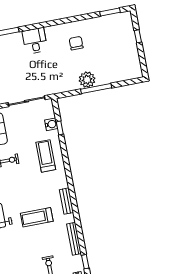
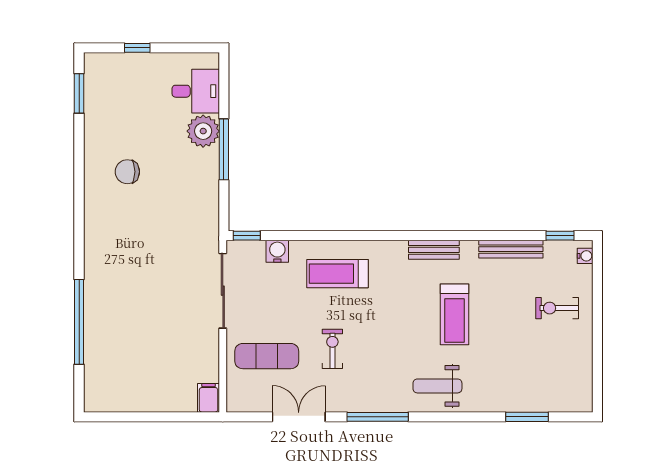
desk: (35, 41) -> (196, 91), moved, turned 180
plant: (87, 80) -> (203, 131), moved
window: (60, 128) -> (247, 236), moved

